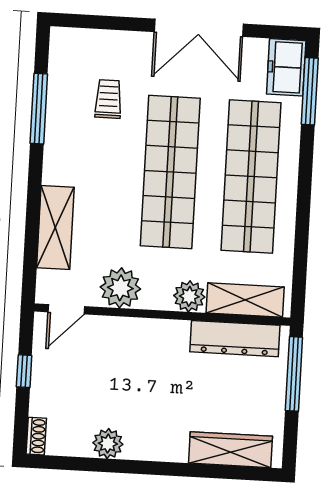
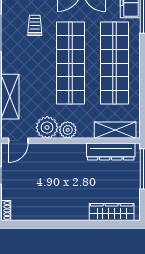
plant: (189, 296) -> (68, 130), moved
plant: (108, 444) -> (45, 212), removed

